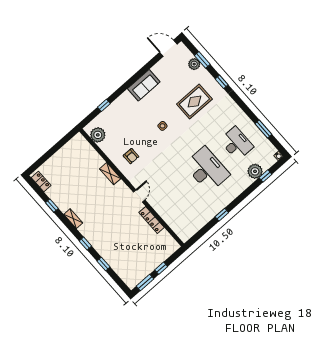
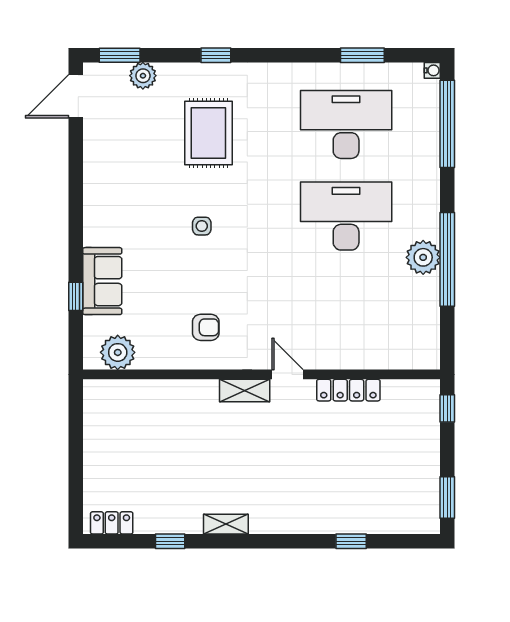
window: (202, 60) -> (120, 55), moved
sofa: (144, 85) -> (102, 281), moved
desk: (236, 143) -> (346, 124), width x1.36, depth x1.30
plant: (255, 171) -> (423, 257), moved
shelving: (110, 174) -> (245, 391), moved
window: (265, 176) -> (447, 124), width x3.17
window: (222, 215) -> (447, 259), width x3.17
window: (85, 244) -> (288, 541), removed
window: (161, 268) -> (447, 408), moved

